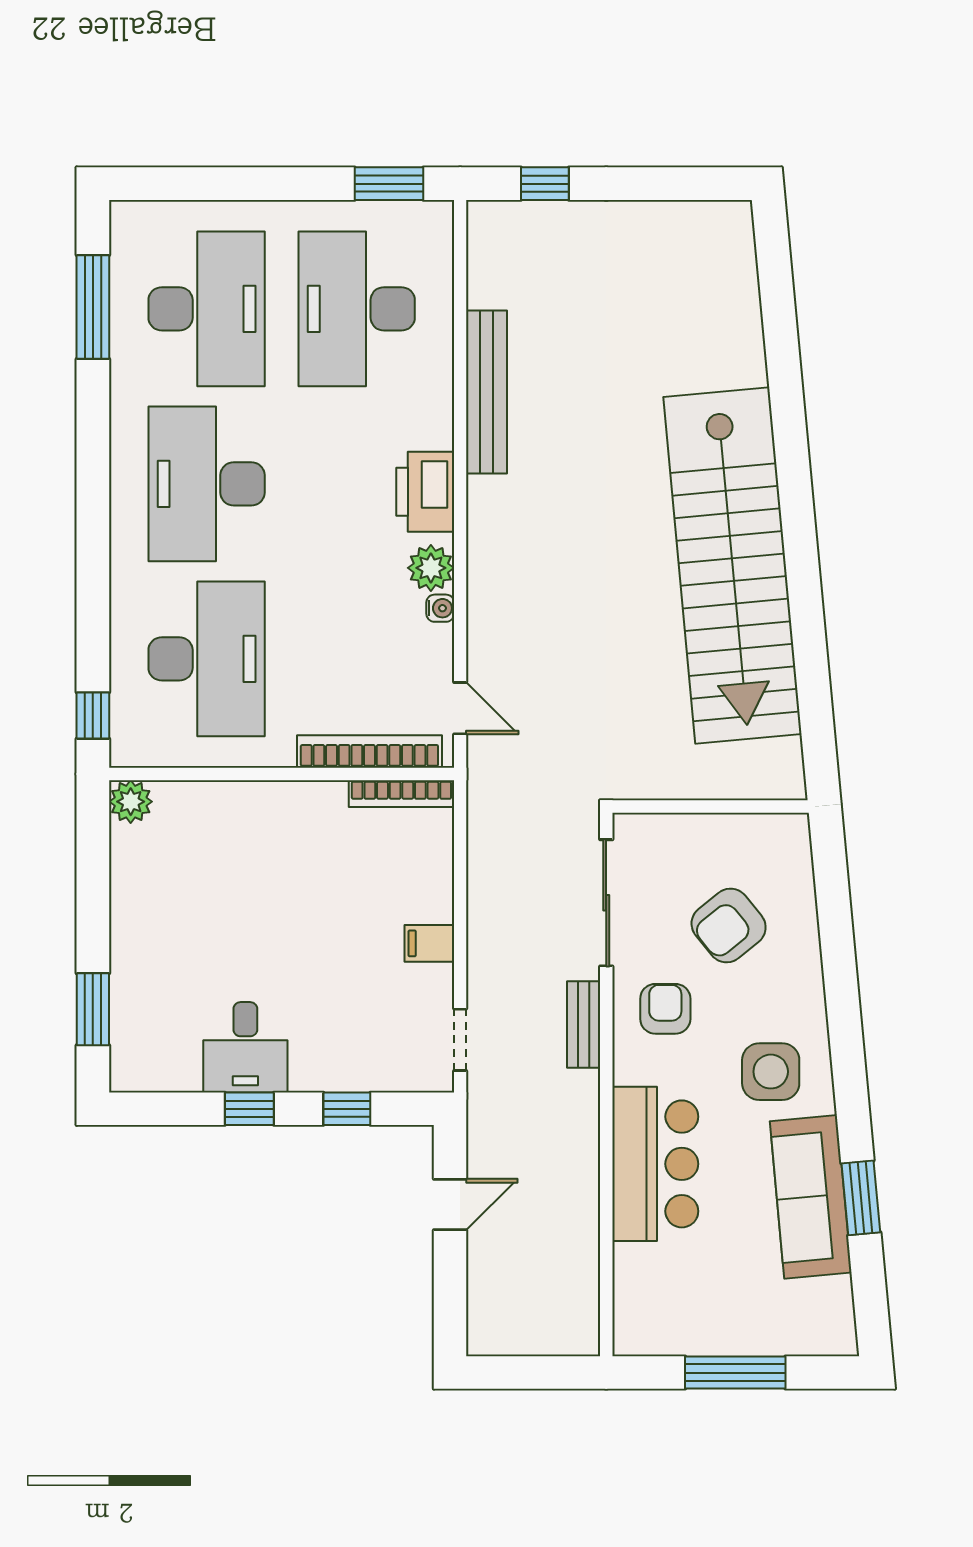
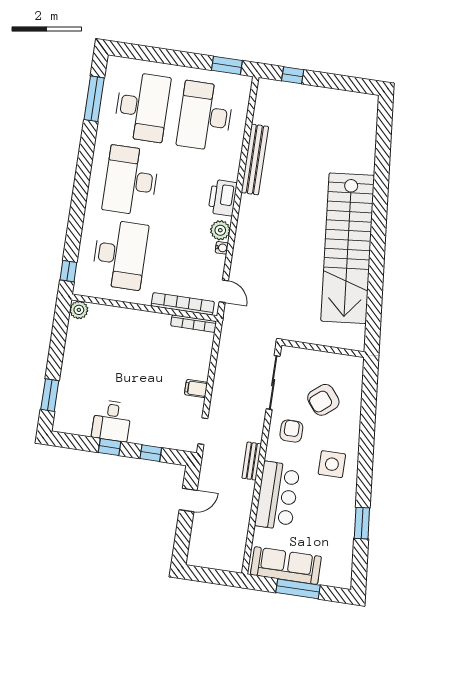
bench: (584, 1024) -> (252, 461), moved
sofa: (811, 1197) -> (286, 566), moved, turned 95

